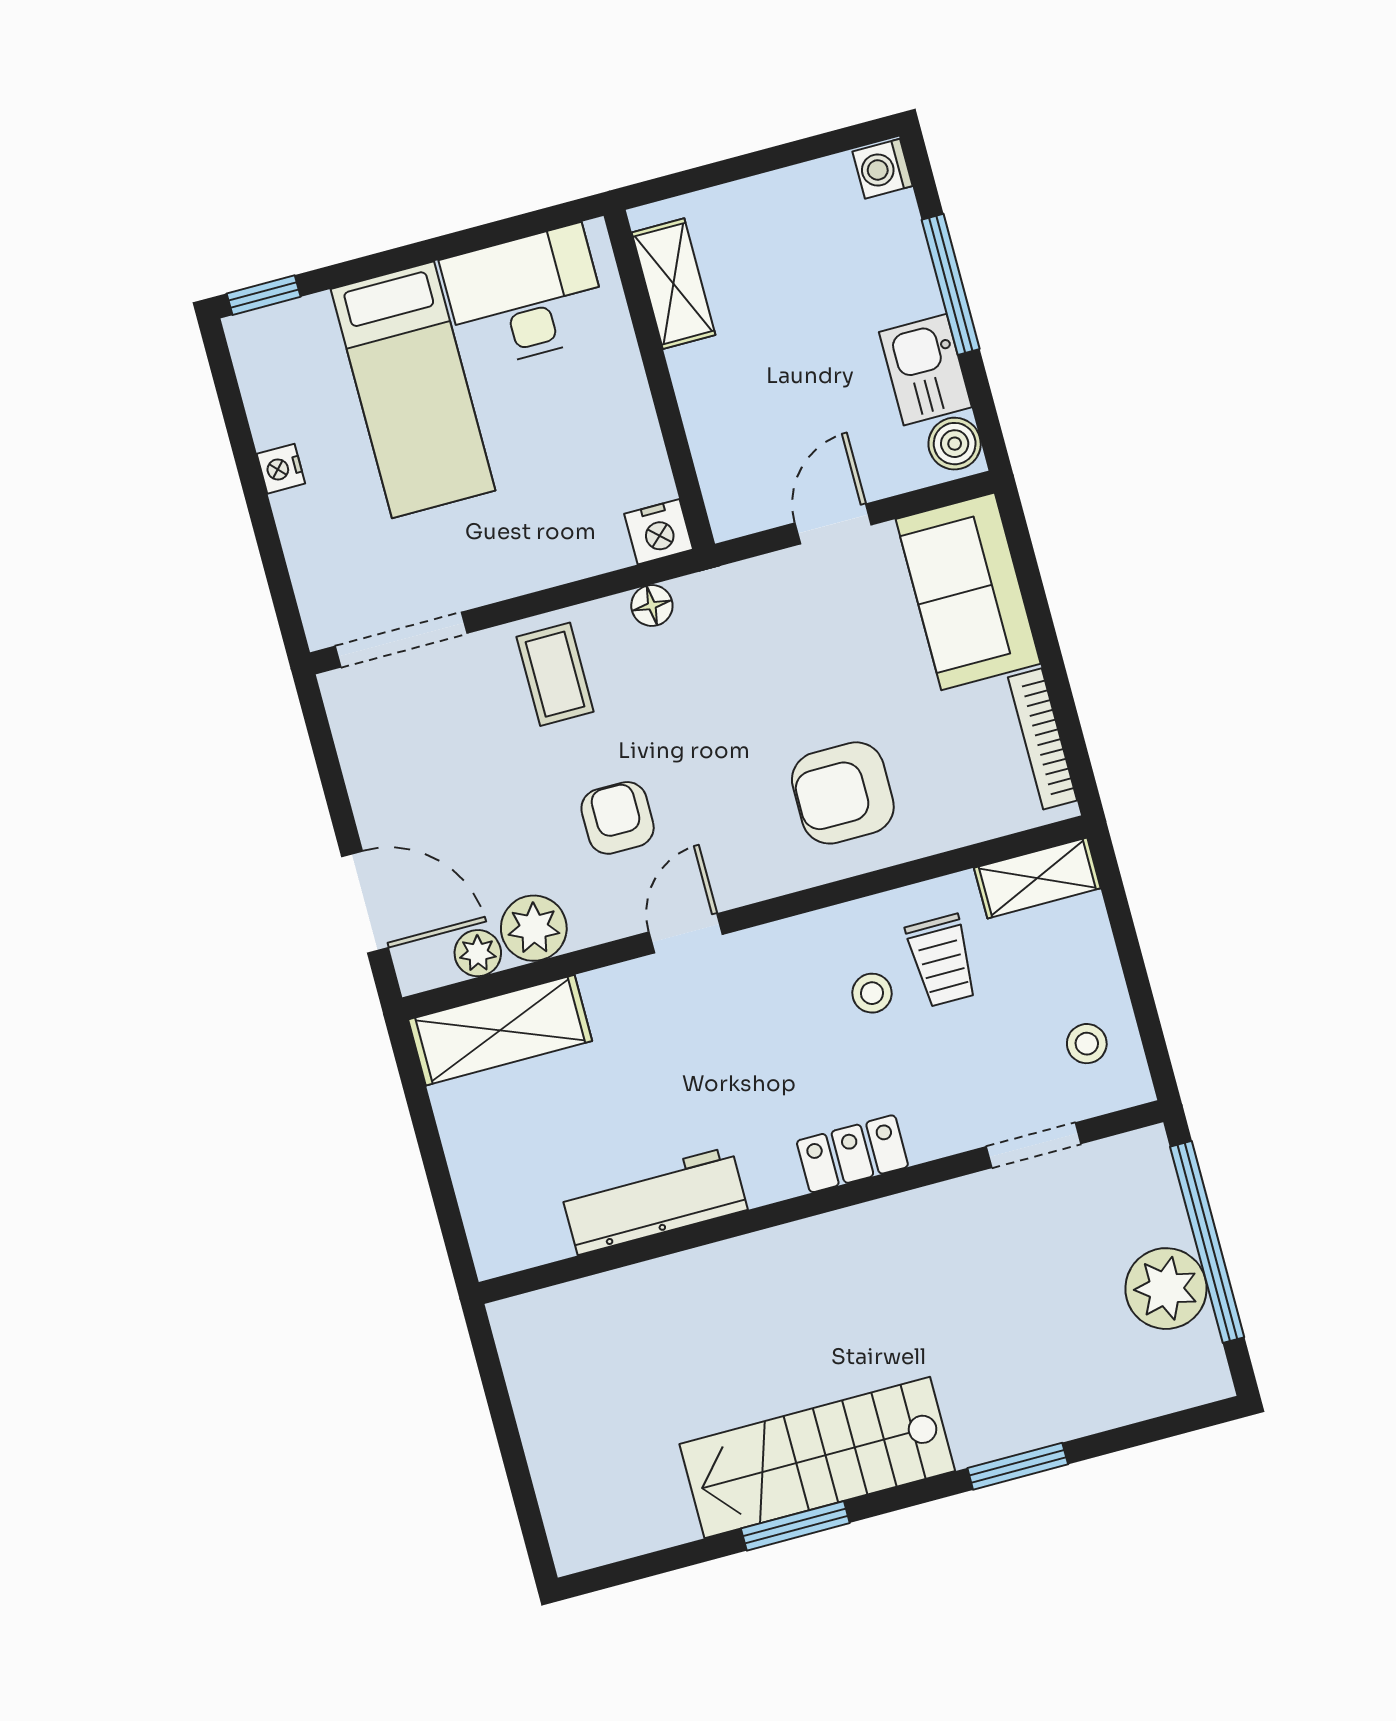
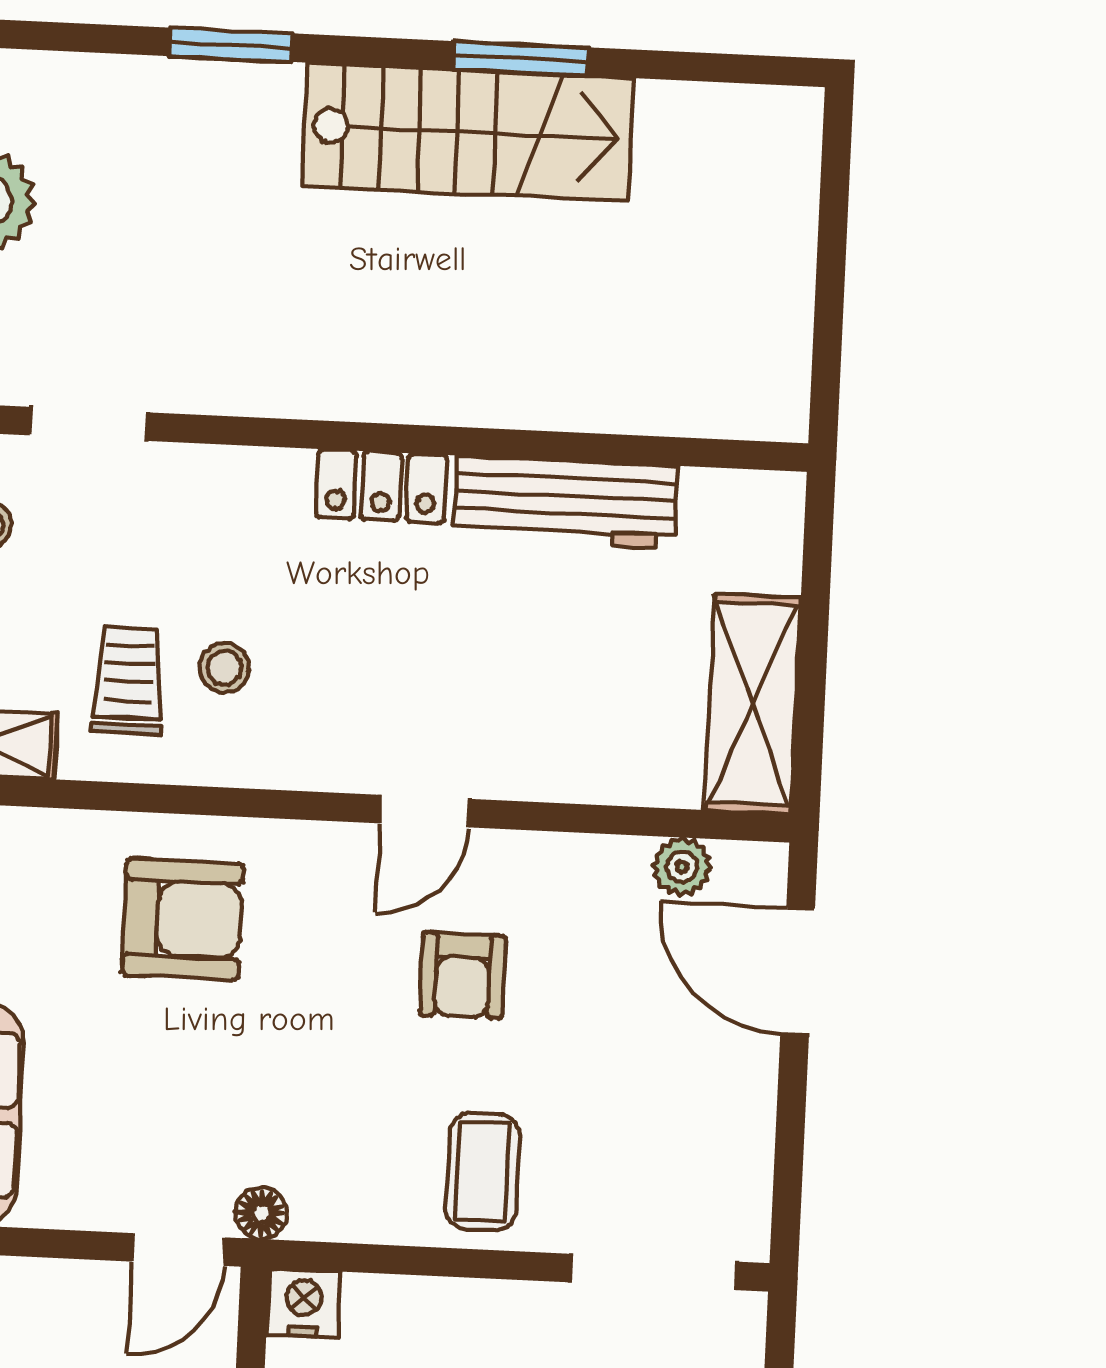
door: (833, 524) -> (178, 1250), moved
floor lamp: (652, 606) -> (261, 1213), moved
plant: (534, 928) -> (605, 875), removed
shelving: (500, 1030) -> (753, 704), moved, turned 90
locker: (852, 1154) -> (381, 486), moved

